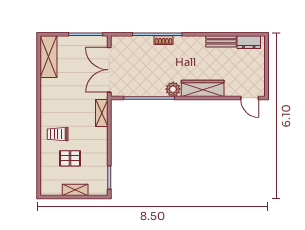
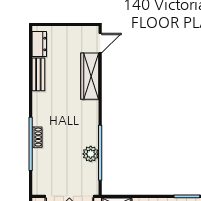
wardrobe: (203, 88) -> (90, 76), moved
plant: (173, 89) -> (91, 154), moved

